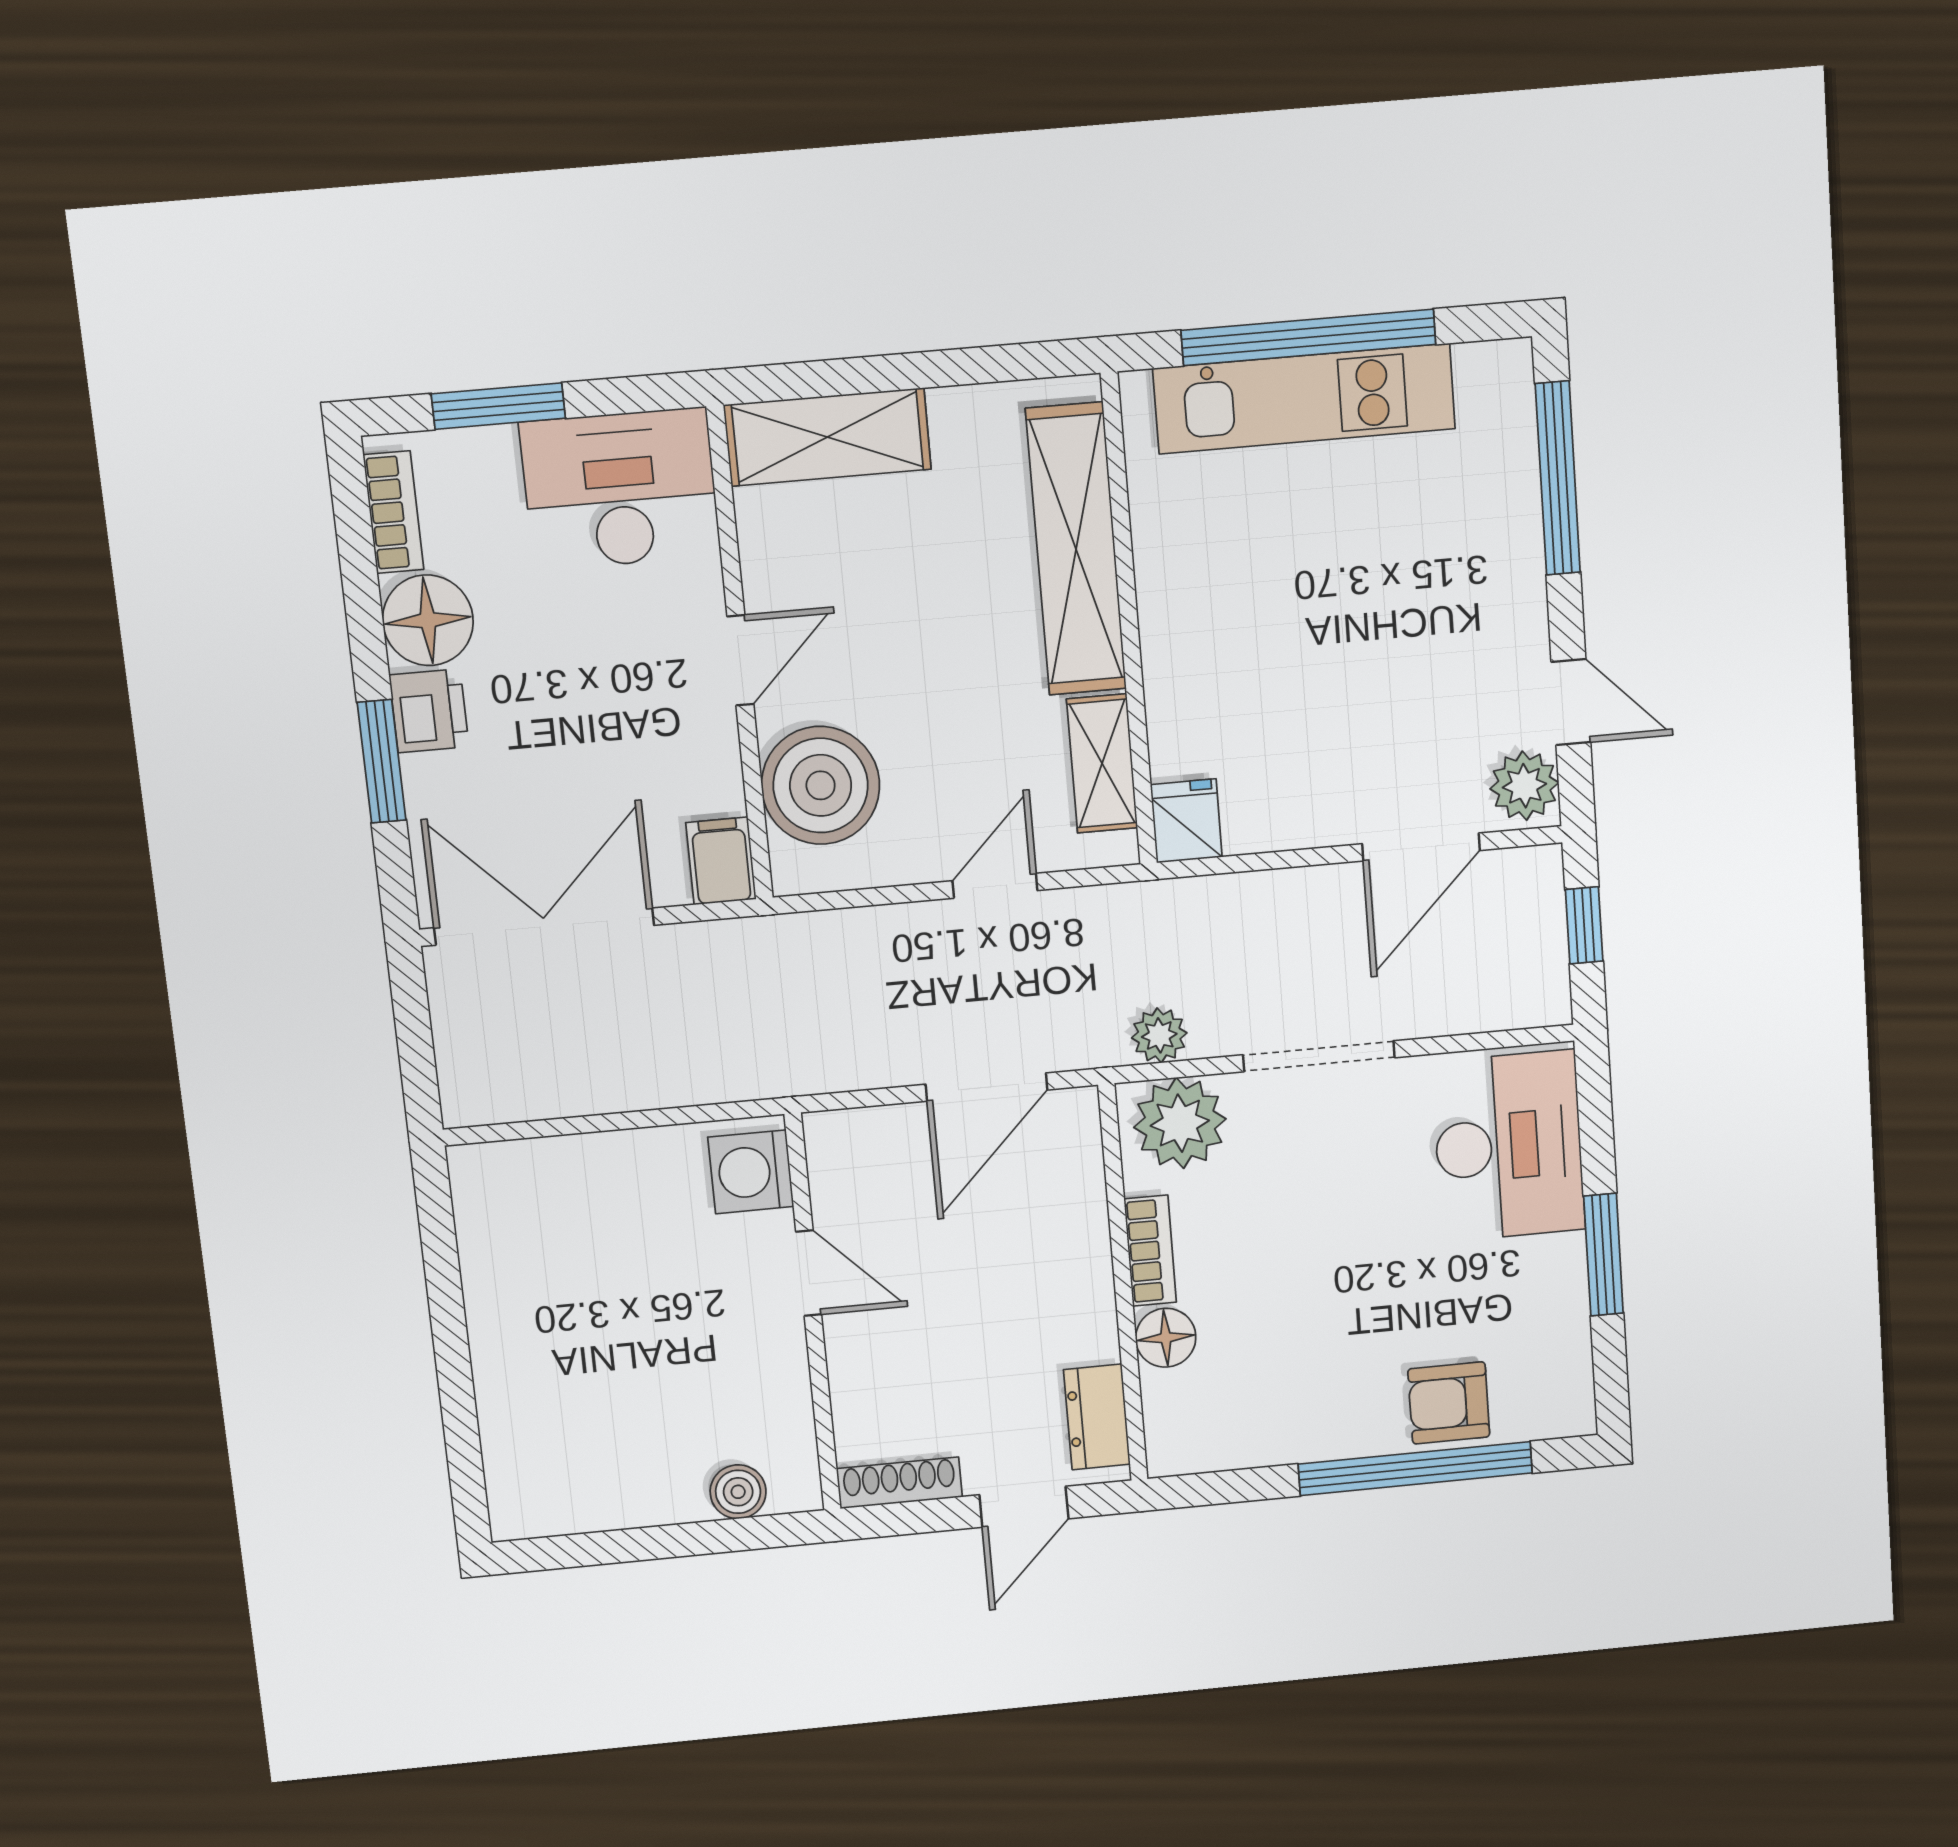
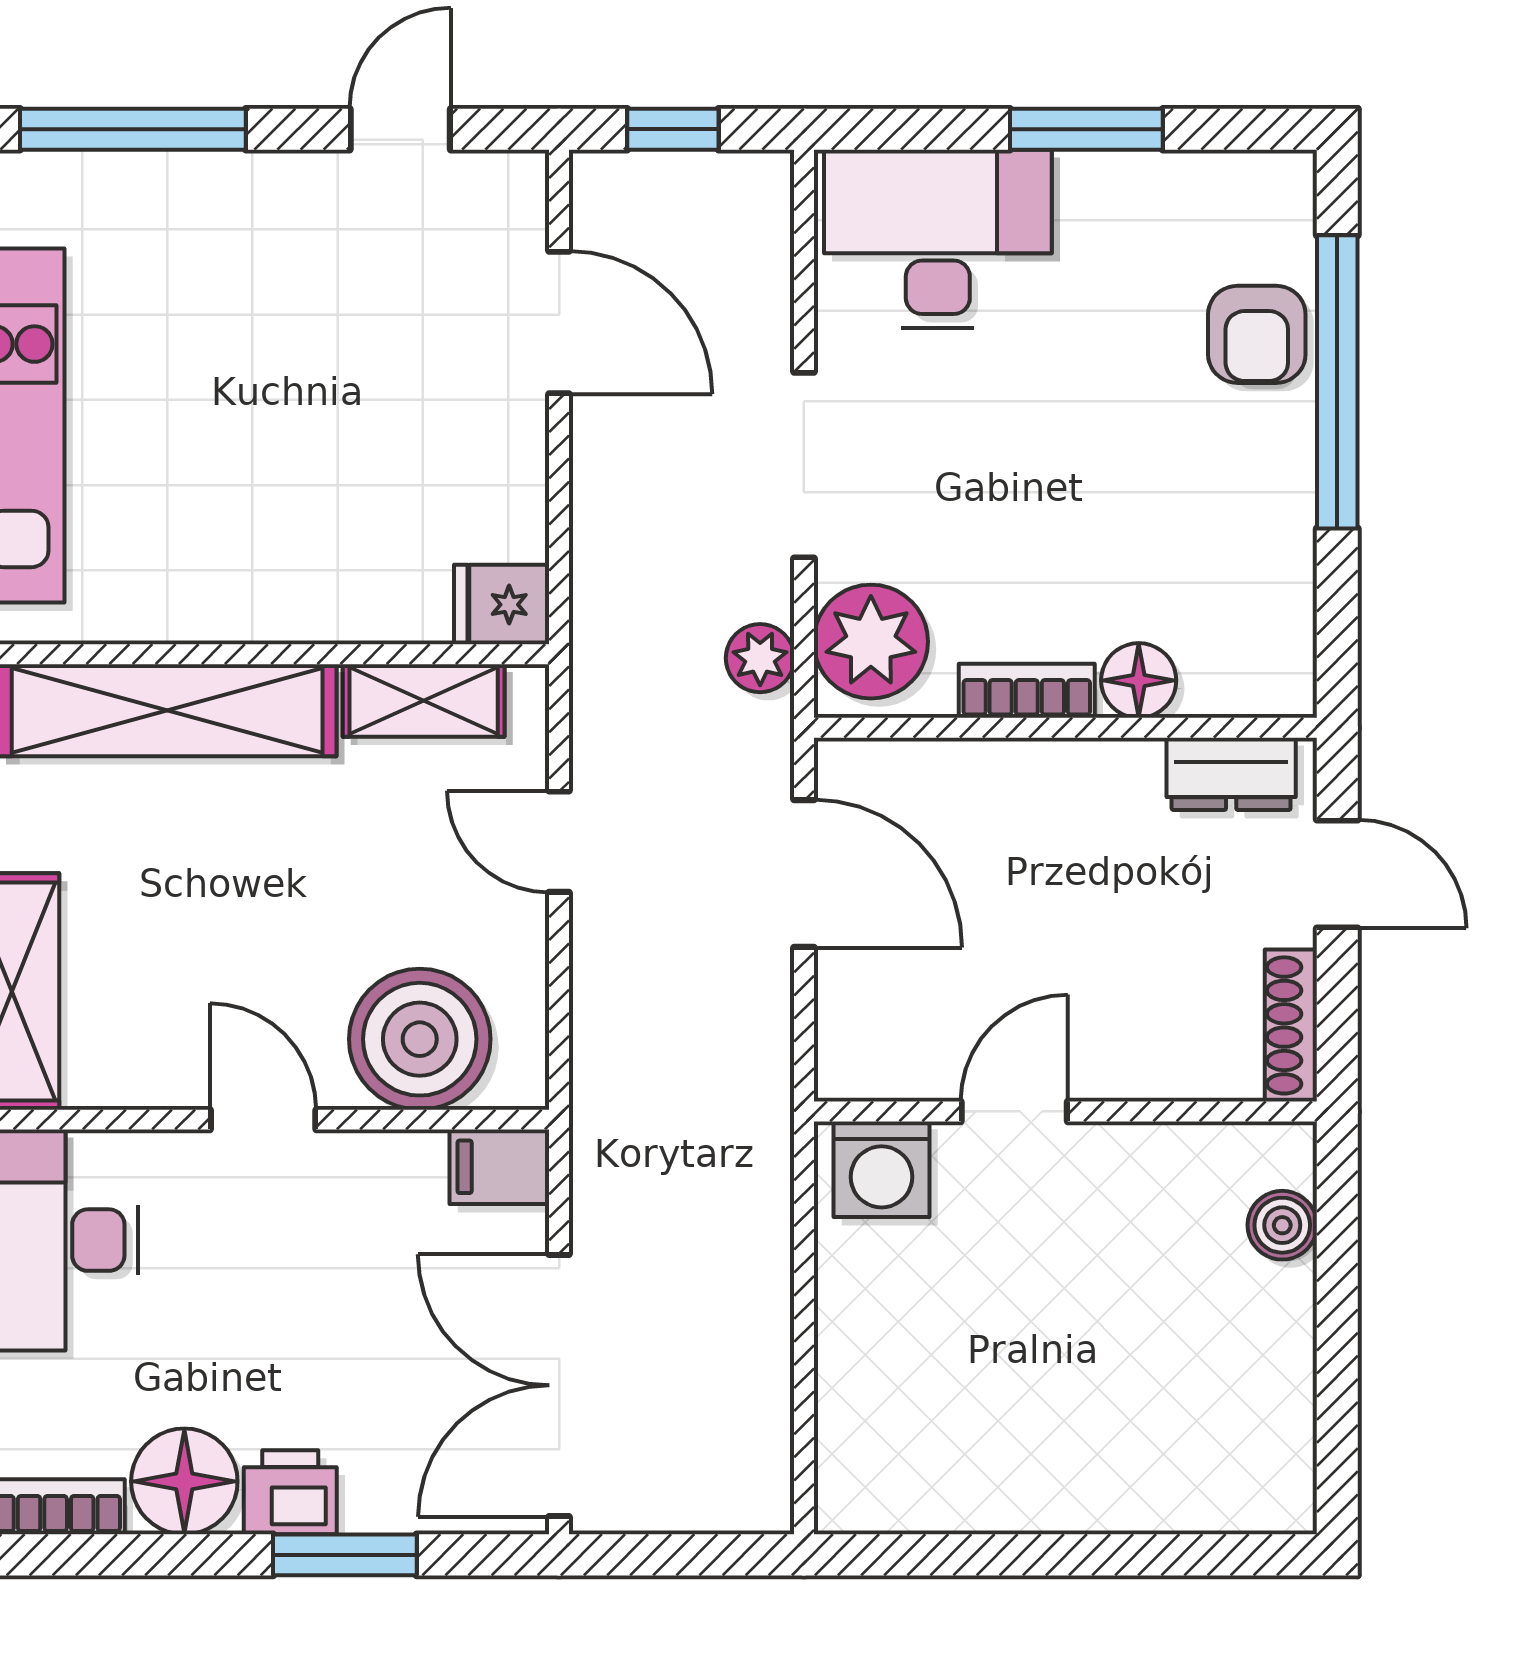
plant: (1524, 786) -> (496, 192), removed

